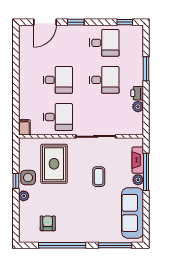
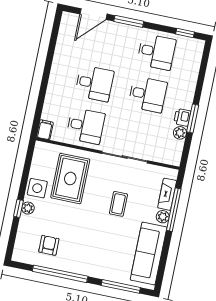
window: (76, 22) -> (129, 21), width x1.50
window: (146, 69) -> (193, 118), moved
window: (16, 181) -> (18, 208), moved

